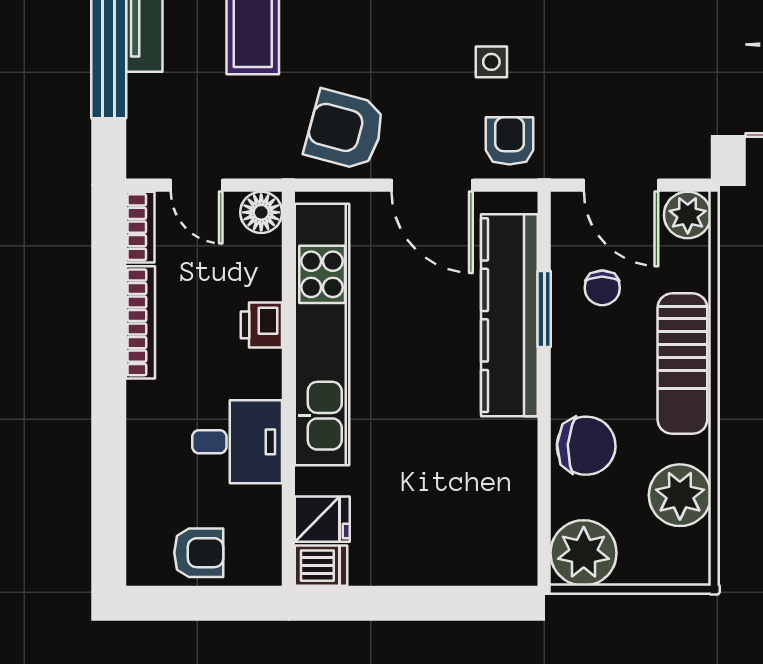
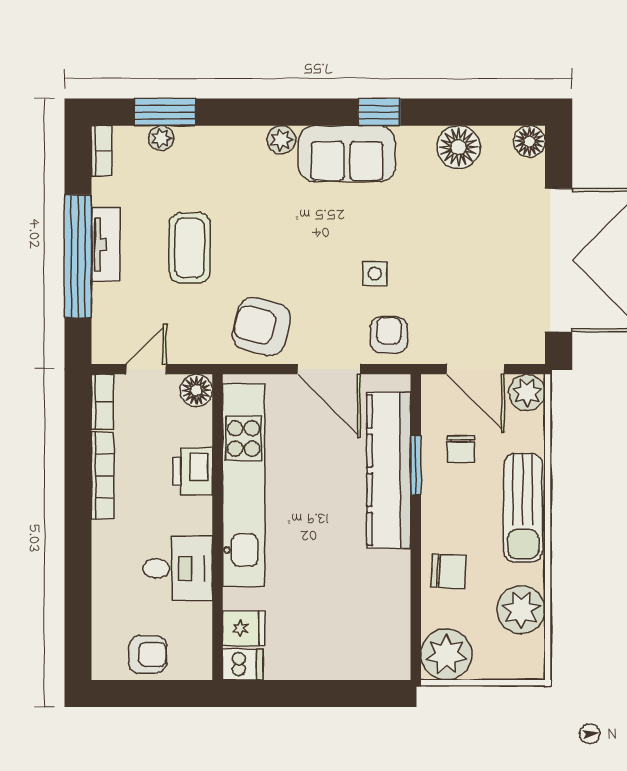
door: (197, 185) -> (146, 369), swing flipped
printer: (261, 325) -> (193, 471), width x1.36, depth x1.24
chair: (586, 446) -> (448, 571), width x0.73, depth x0.73

